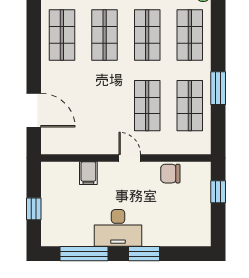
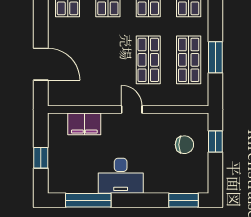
window: (218, 88) -> (215, 57), moved
filing cabinet: (88, 173) -> (84, 124), width x2.00
chair: (170, 174) -> (184, 145), moved, turned 180
window: (144, 254) -> (183, 200), moved

